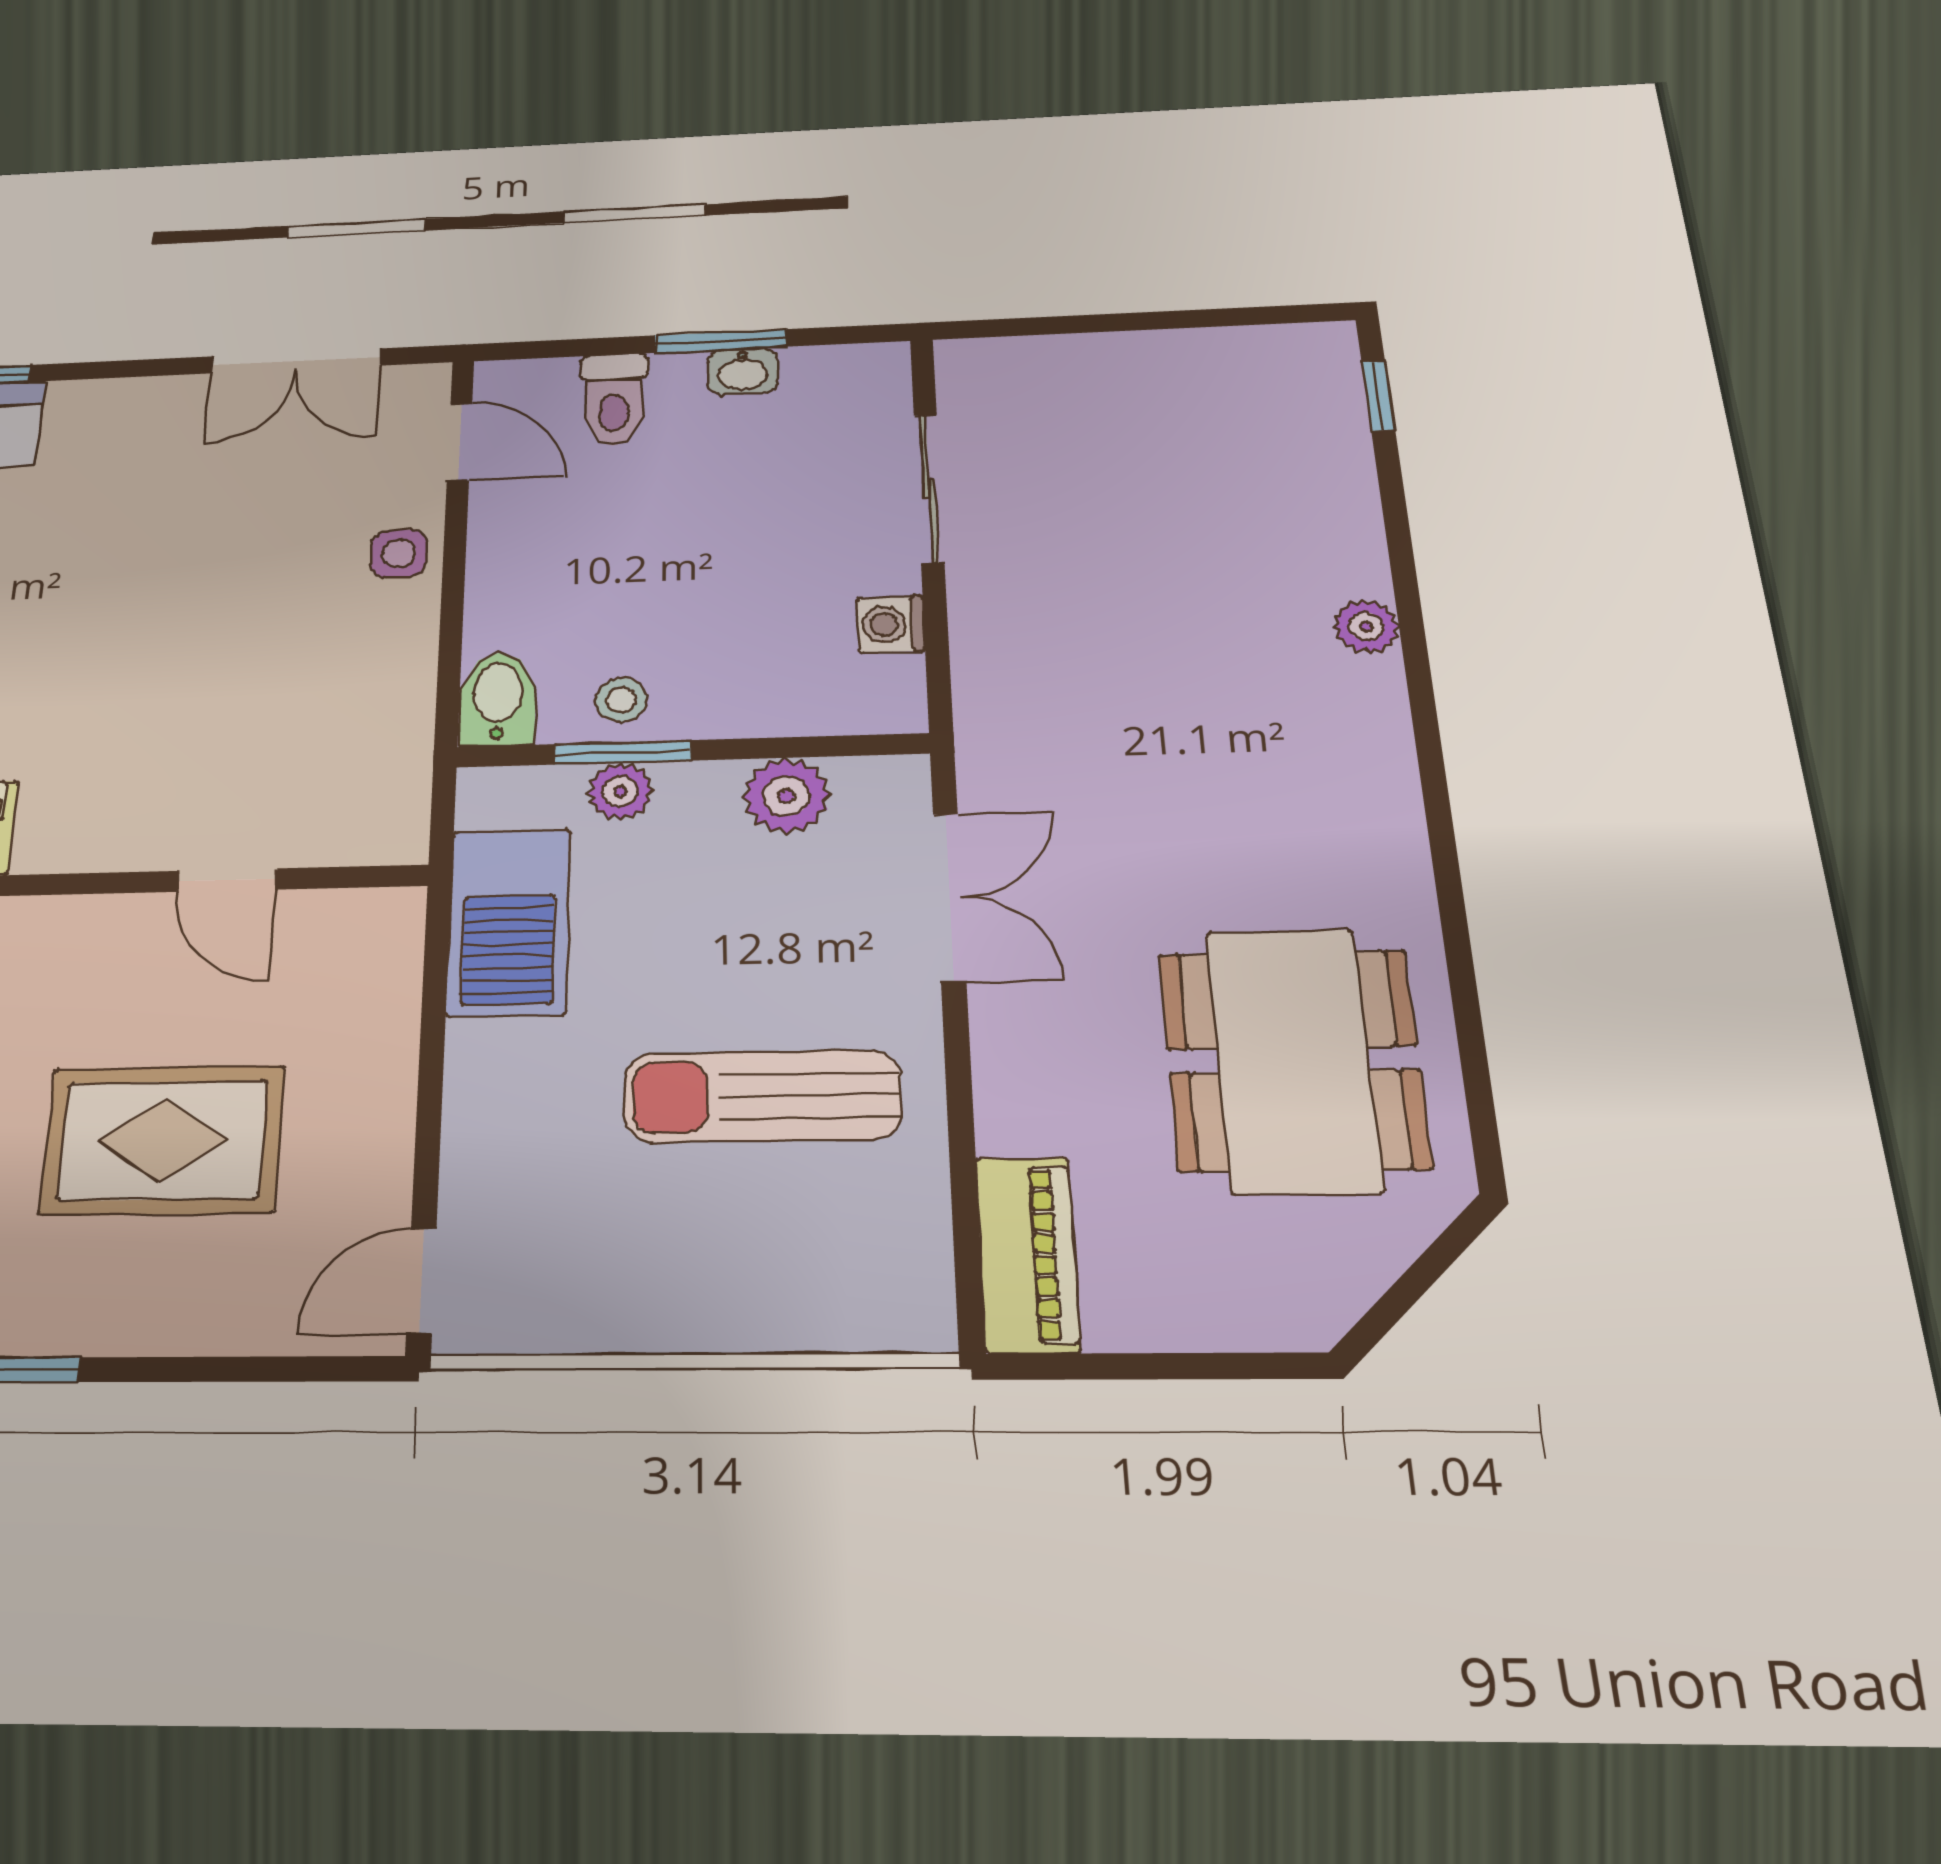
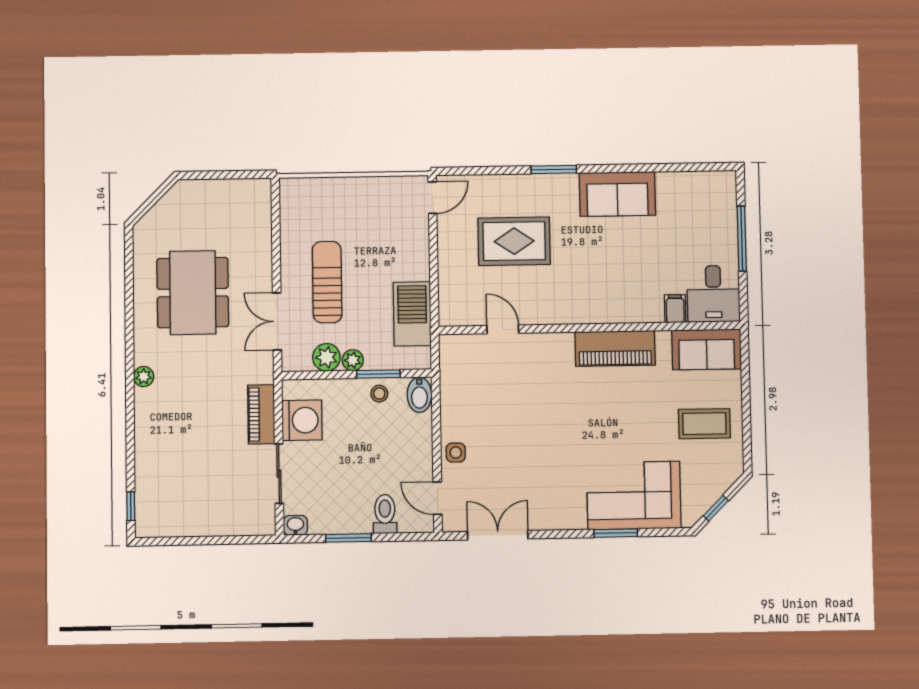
washbasin: (743, 371) -> (295, 525), moved
washing machine: (891, 624) -> (302, 420), width x1.89, depth x1.89
plant: (1366, 626) -> (144, 377), moved
plant: (620, 791) -> (353, 360), moved
dining table: (1293, 1060) -> (193, 293), moved
sun lounger: (762, 1096) -> (327, 282), moved, turned -90
piano: (1027, 1254) -> (261, 414), moved

